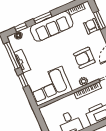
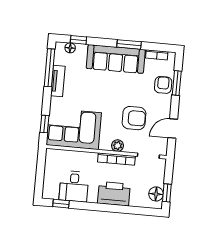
window: (43, 18) -> (129, 44), moved
armchair: (84, 58) -> (134, 118), turned 180
window: (23, 80) -> (44, 124), moved

